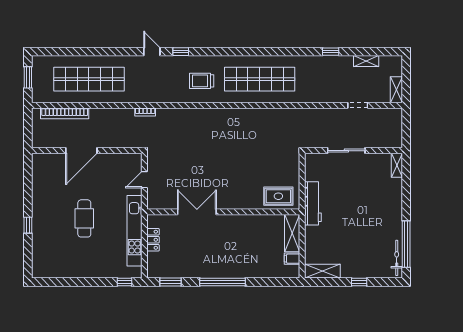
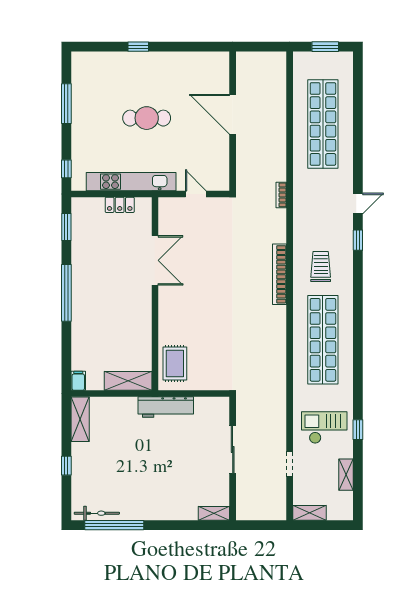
checkout: (329, 78) -> (324, 428), added
bookcase: (65, 113) -> (280, 274), moved
filing cabinet: (292, 259) -> (78, 381), moved
window: (73, 282) -> (66, 104), added

